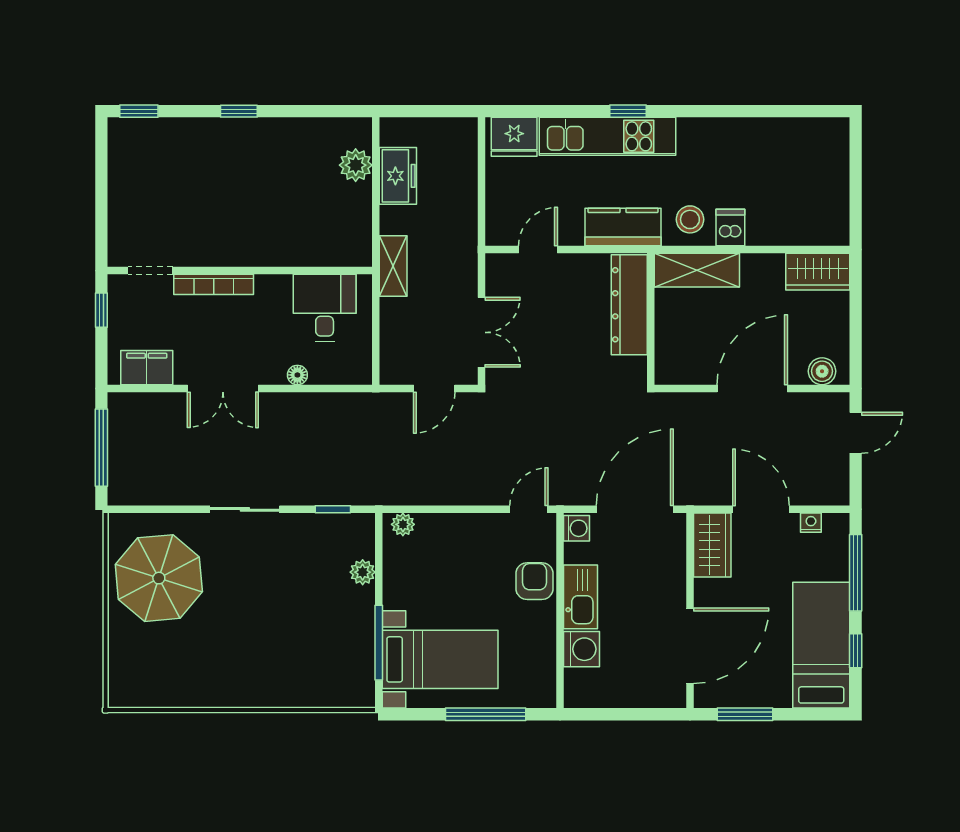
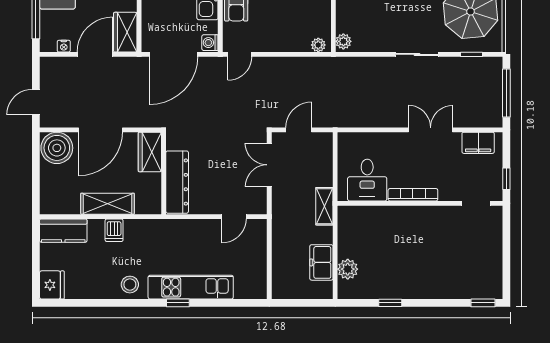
window: (239, 111) -> (390, 303), moved
fridge: (514, 137) -> (52, 285), moved, turned 90
stool: (690, 219) -> (130, 285), moved
kitchen counter: (623, 227) -> (63, 231), moved
shelving: (697, 270) -> (107, 204), moved
wardrobe: (818, 272) -> (150, 152), moved, turned -90
bookcase: (214, 284) -> (413, 195), moved
boiler: (822, 371) -> (57, 148), width x1.86, depth x1.86
floor lamp: (297, 375) -> (384, 138), removed
window: (333, 509) -> (471, 54), moved
door: (761, 509) -> (95, 54), swing flipped
plant: (363, 572) -> (343, 41), moved

